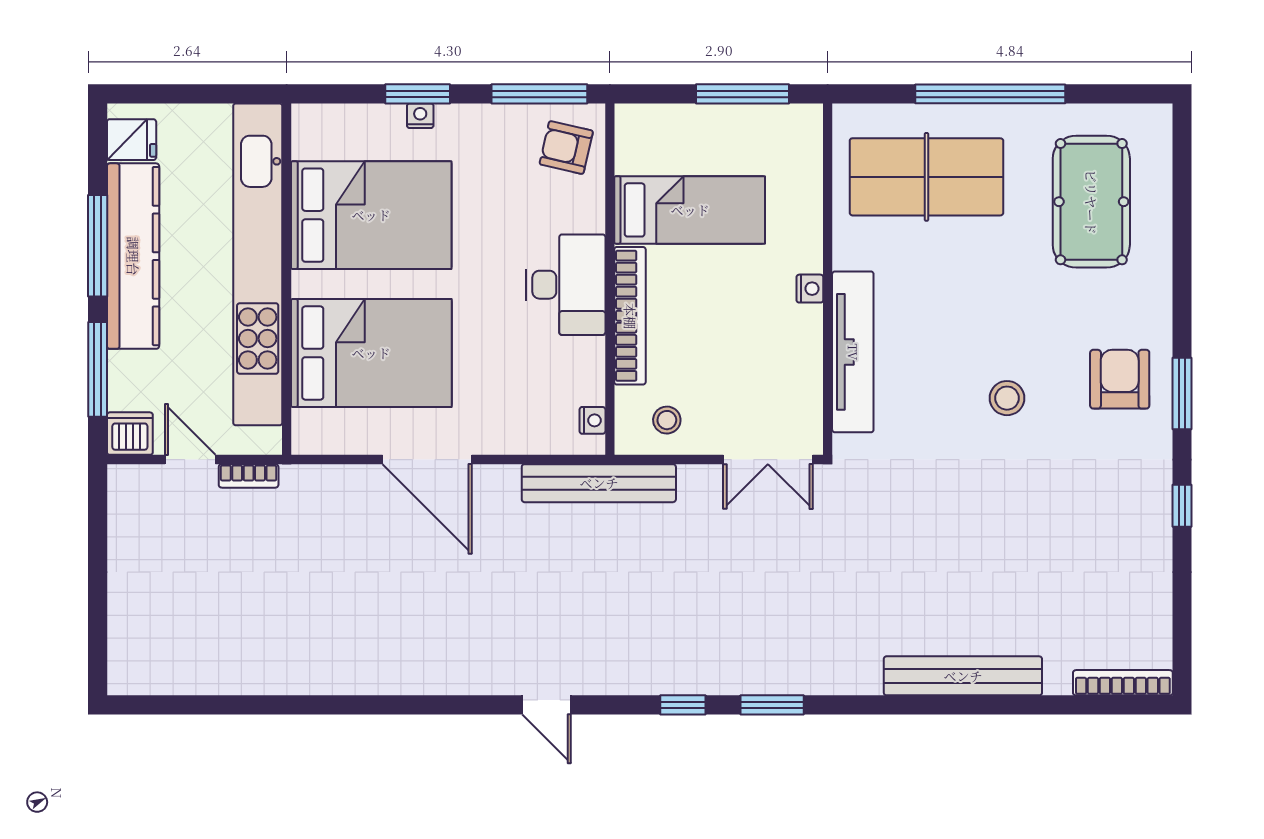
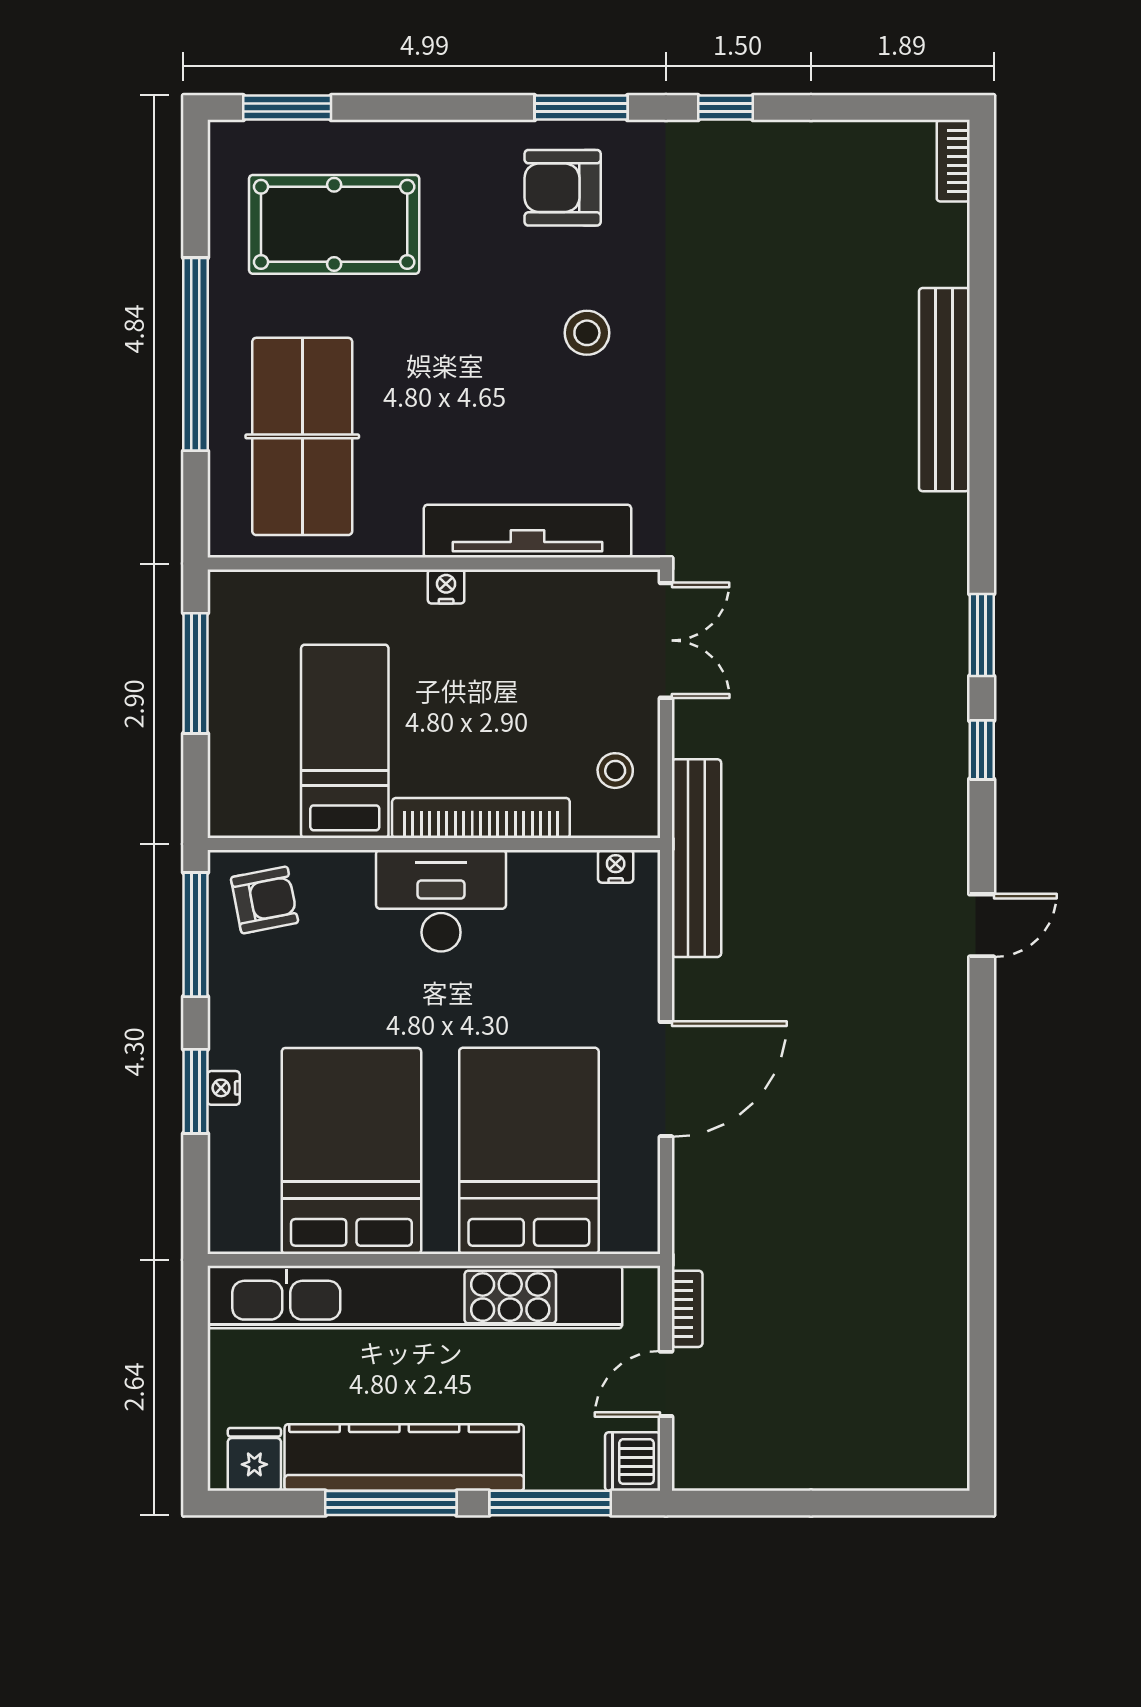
armchair: (566, 148) -> (264, 900), turned -114
window: (1182, 165) -> (287, 108), added
bookcase: (1123, 683) -> (953, 161), width x0.64

